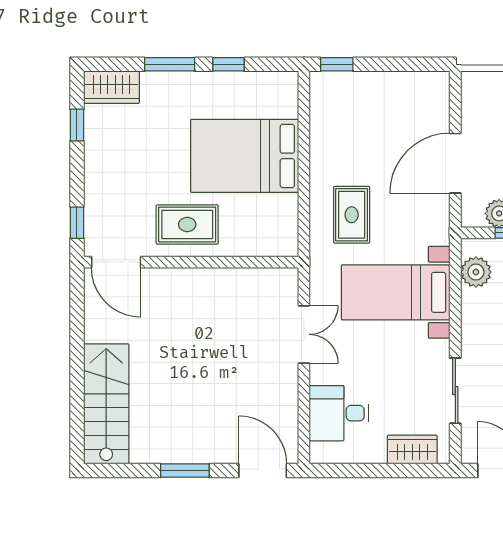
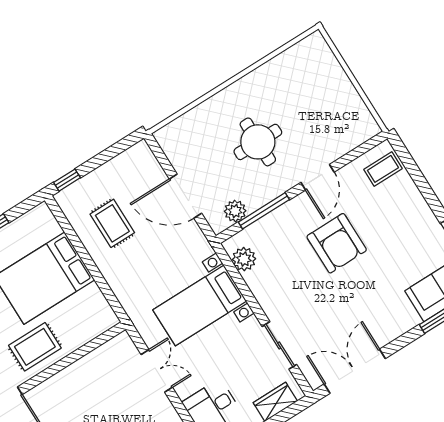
door: (455, 163) -> (186, 196), hinge flipped
rug: (352, 215) -> (112, 223), moved

